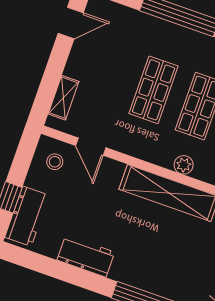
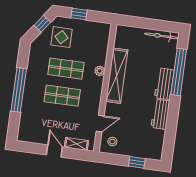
door: (71, 23) -> (54, 151), moved
workbench: (27, 216) -> (164, 84), moved, turned -90

